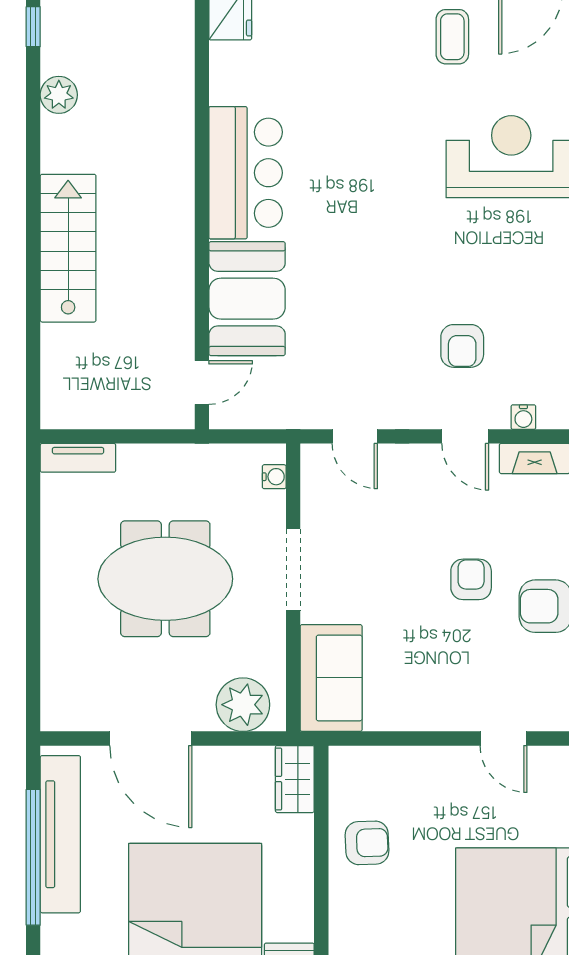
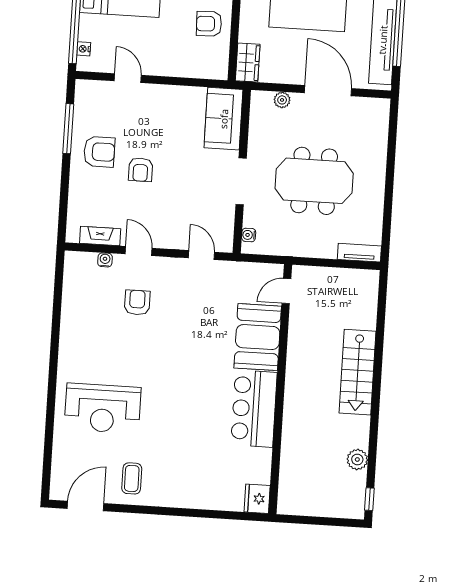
plant: (243, 705) -> (282, 100), width x0.53, depth x0.53

